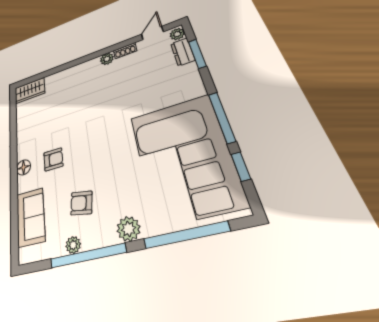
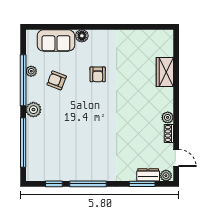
wardrobe: (30, 91) -> (165, 72), moved
corner sofa: (184, 158) -> (68, 154), removed
armchair: (53, 159) -> (98, 74), moved
floor lamp: (24, 167) -> (82, 36), moved
armchair: (81, 203) -> (57, 80), turned -78

